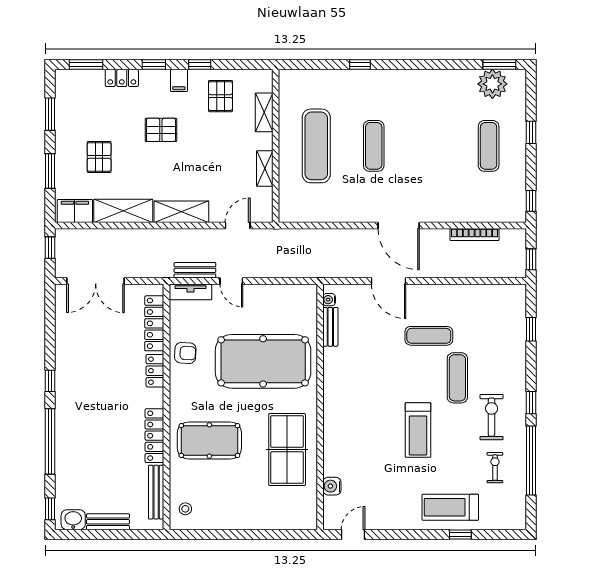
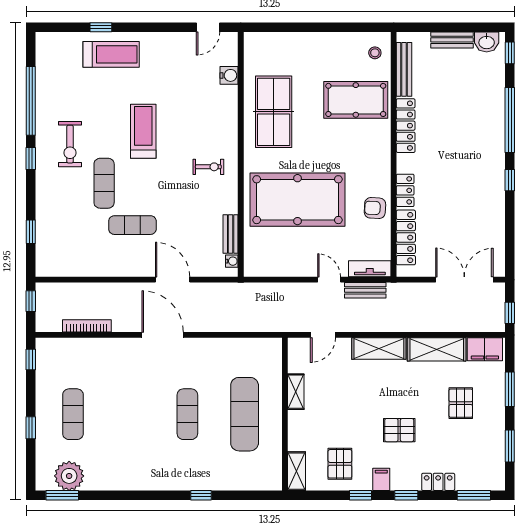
shelving: (264, 112) -> (297, 471), moved
pool table: (209, 440) -> (356, 100), moved
exercise bike: (495, 468) -> (208, 167), moved, turned -90

